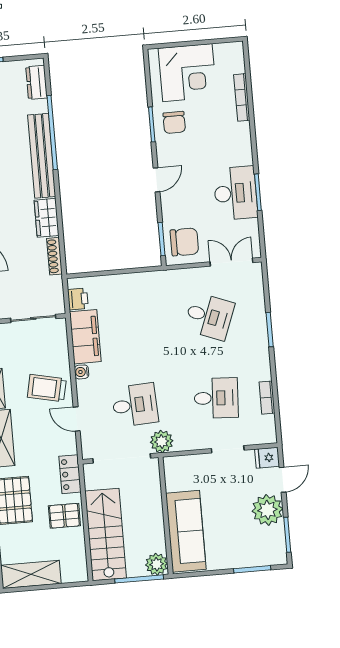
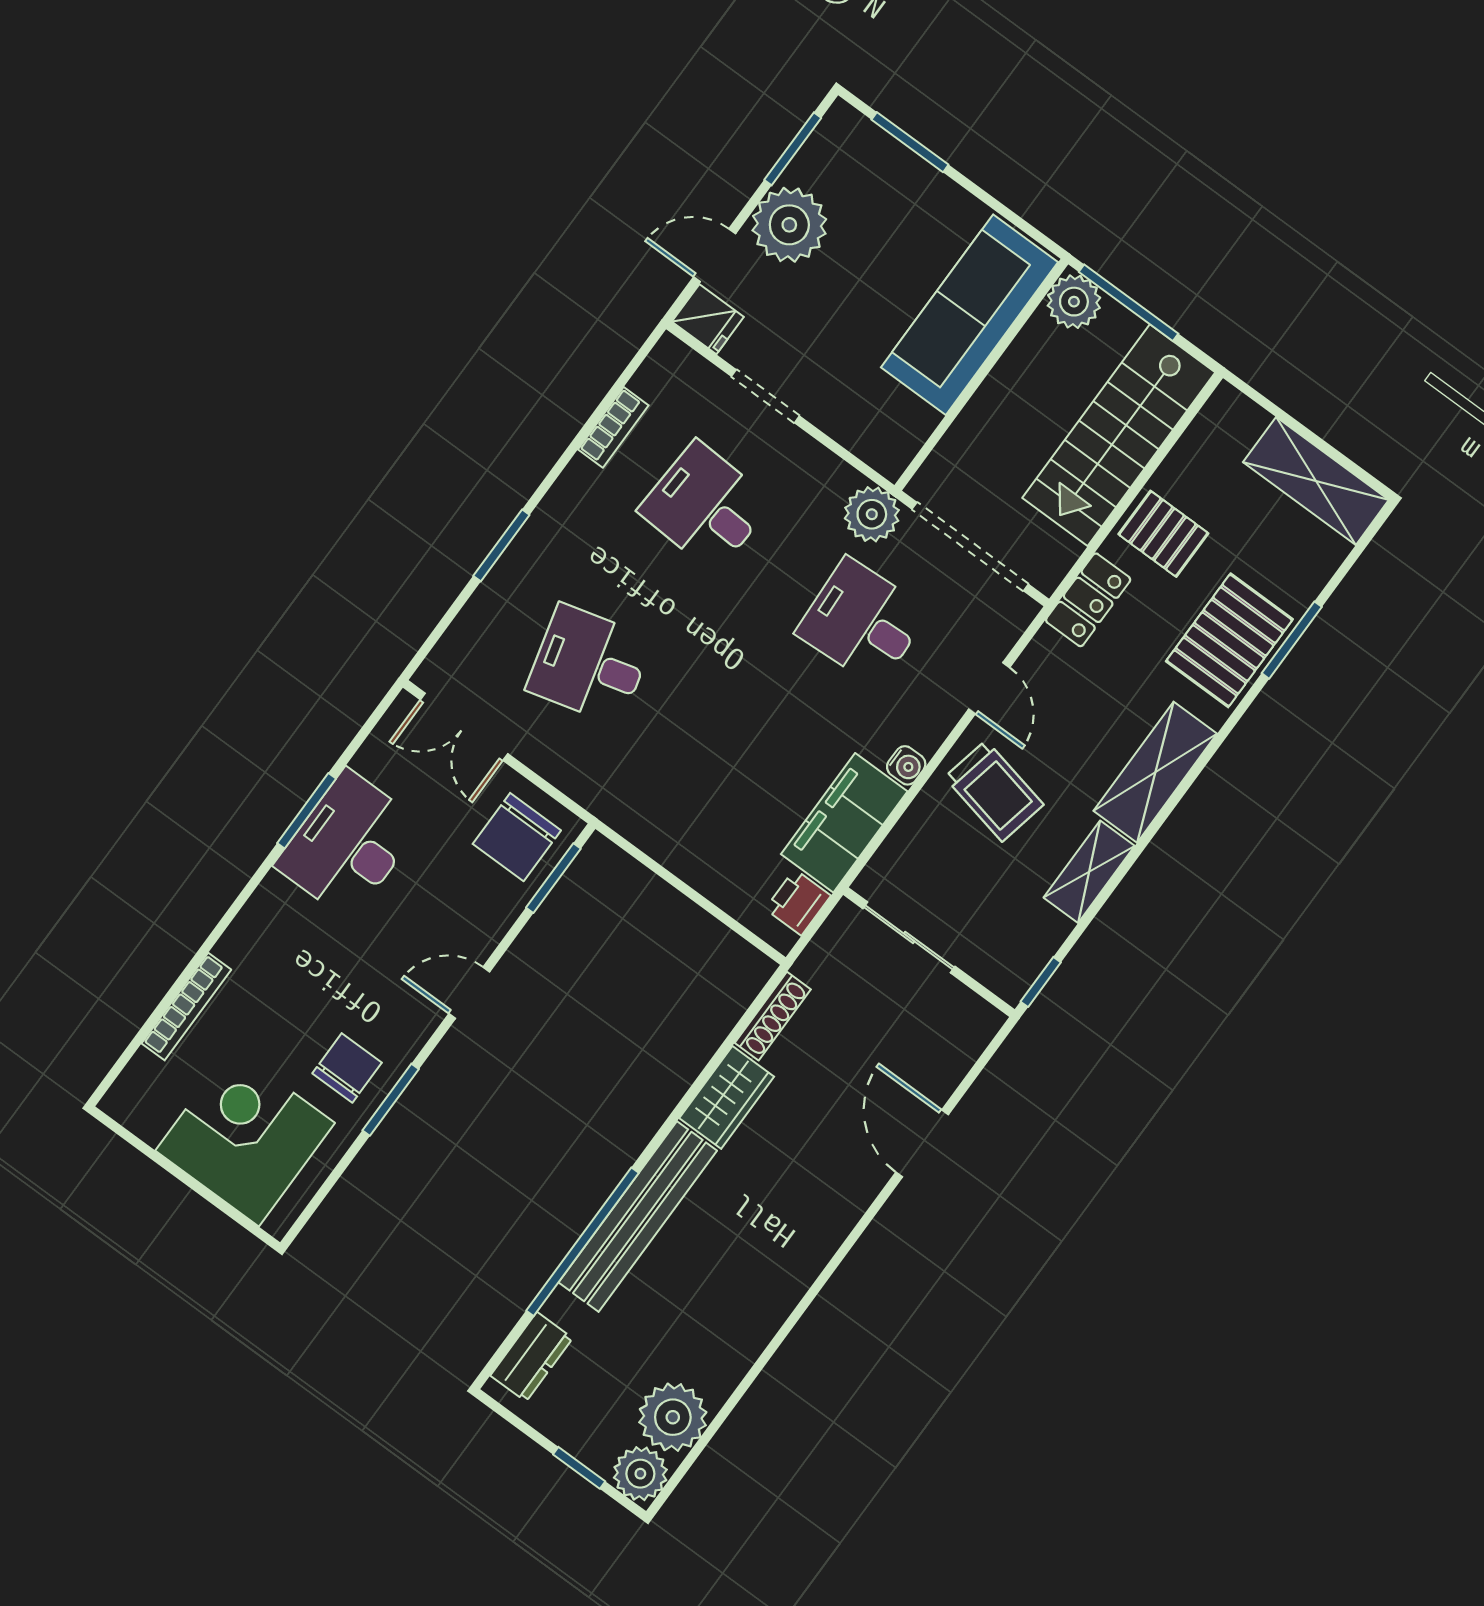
chair: (184, 242) -> (517, 837), turned -90
desk: (209, 316) -> (590, 664), turned -36

